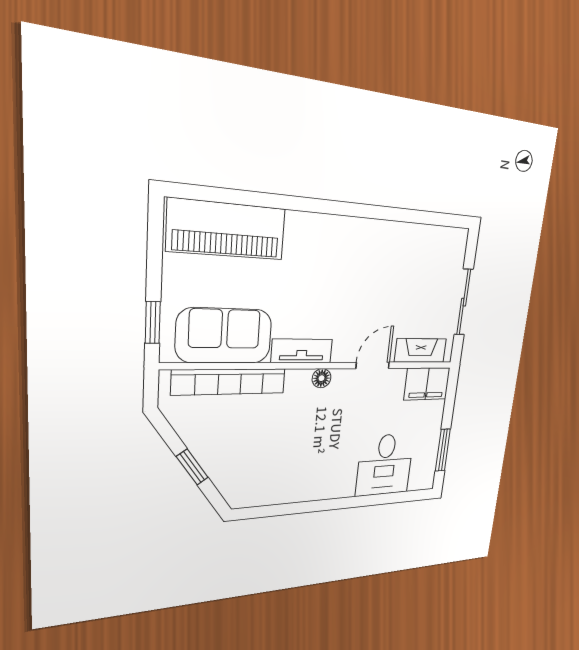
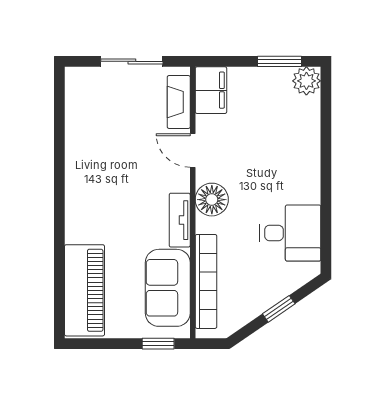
floor lamp: (322, 378) -> (212, 200), width x1.89, depth x1.89
desk: (385, 465) -> (290, 233), moved
plant: (423, 477) -> (306, 81), added

